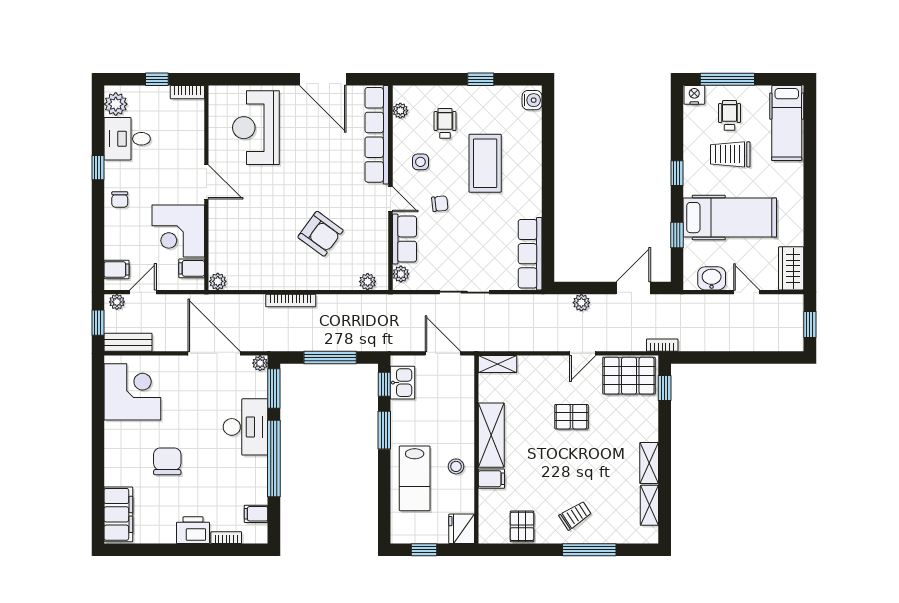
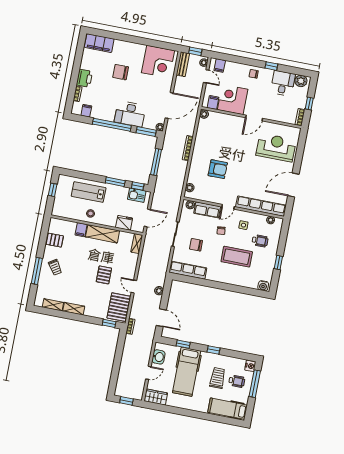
armchair: (320, 234) -> (218, 169), turned -126
chair: (477, 247) -> (196, 245), added
chair: (167, 461) -> (121, 72), turned 180
fridge: (462, 529) -> (124, 223), moved

